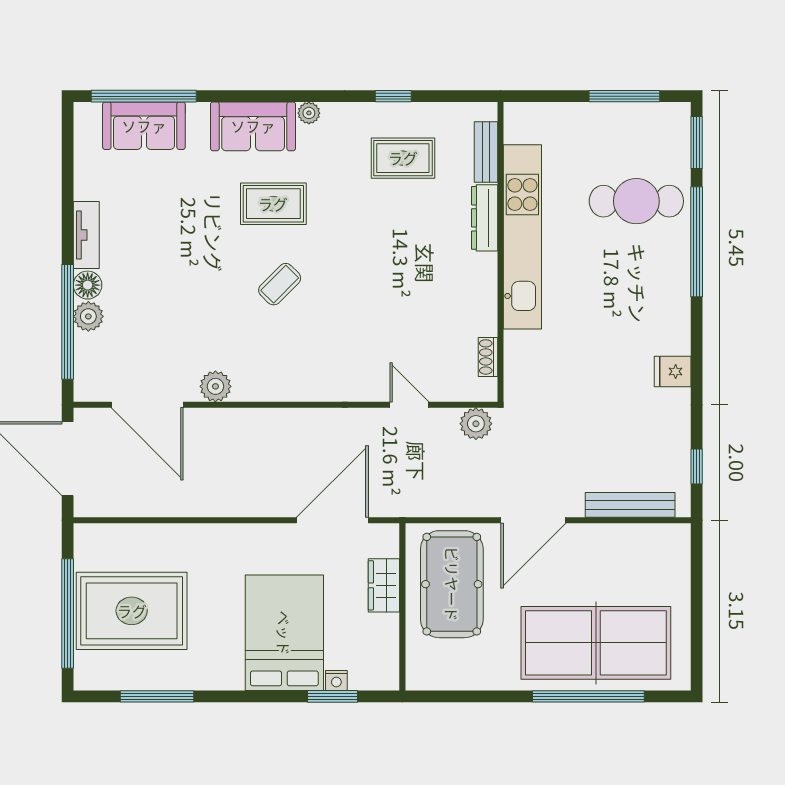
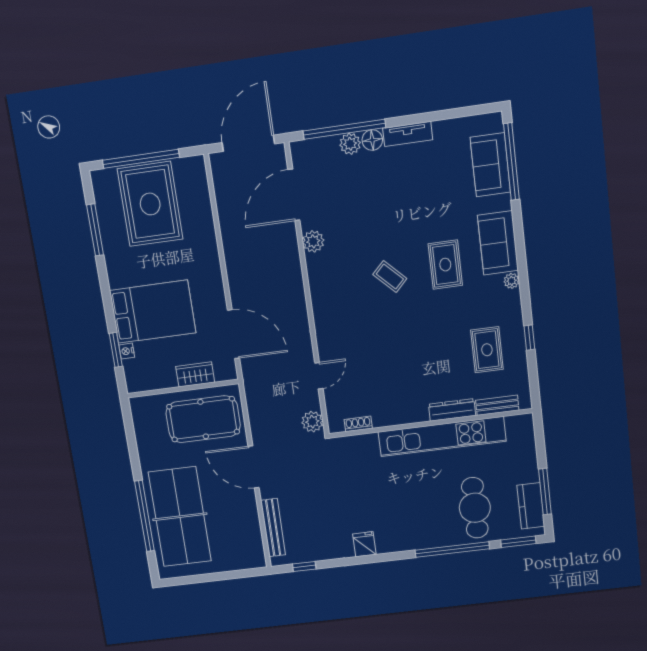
kitchen counter: (644, 119) -> (531, 506), added

